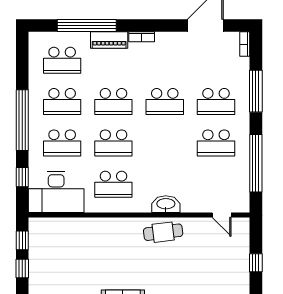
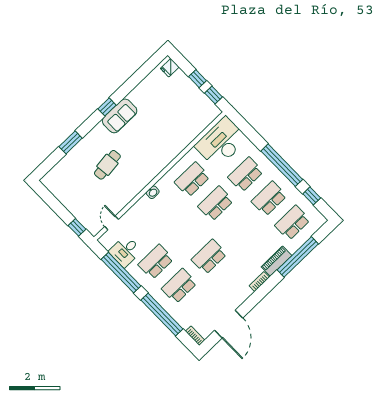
window: (256, 91) -> (162, 315), width x1.46
school desk: (113, 102) -> (239, 228), removed
window: (22, 177) -> (312, 196), moved
desk: (234, 178) -> (125, 251), added
washbasin: (166, 204) -> (153, 192), width x0.52, depth x0.69
door: (222, 215) -> (112, 223), hinge flipped
cafe table: (163, 232) -> (107, 165), moved
window: (256, 263) -> (77, 227), moved

